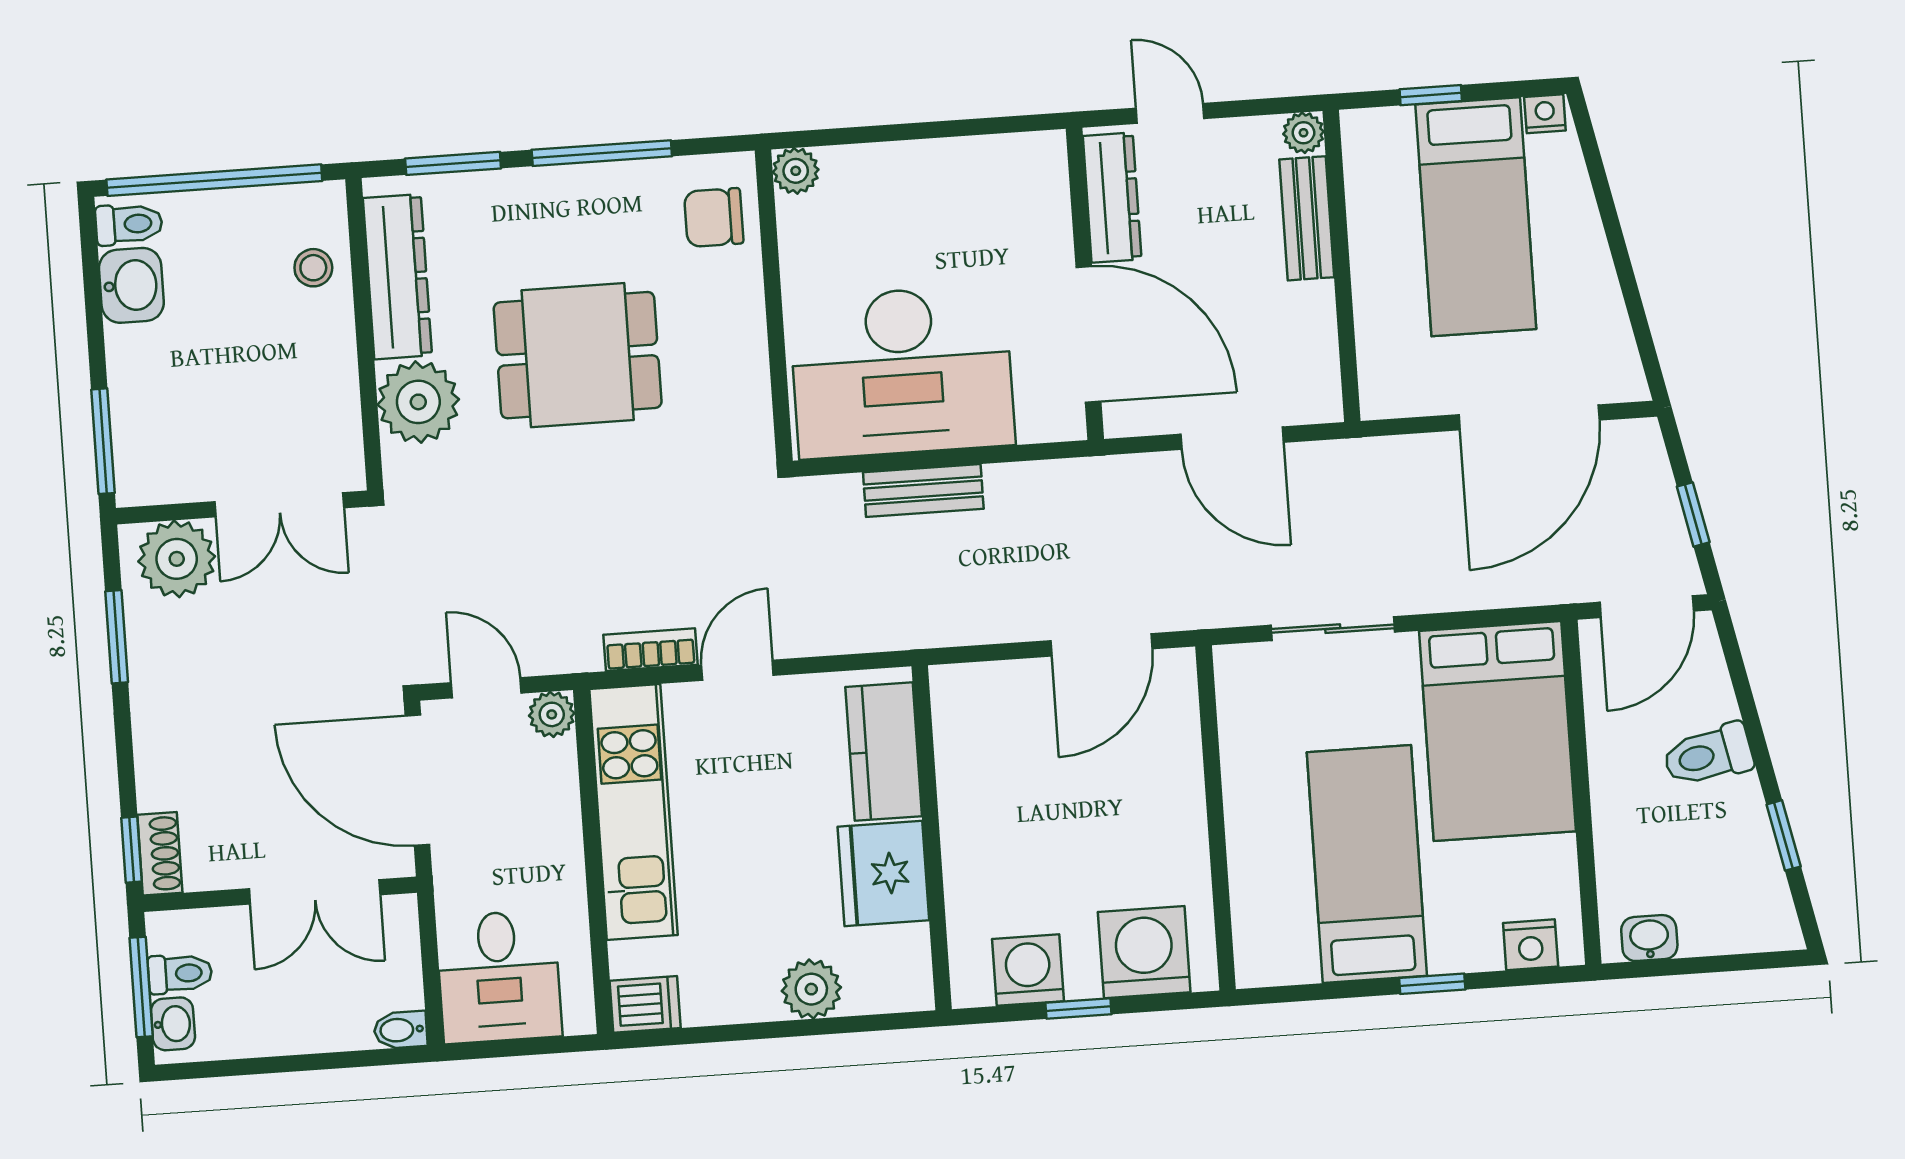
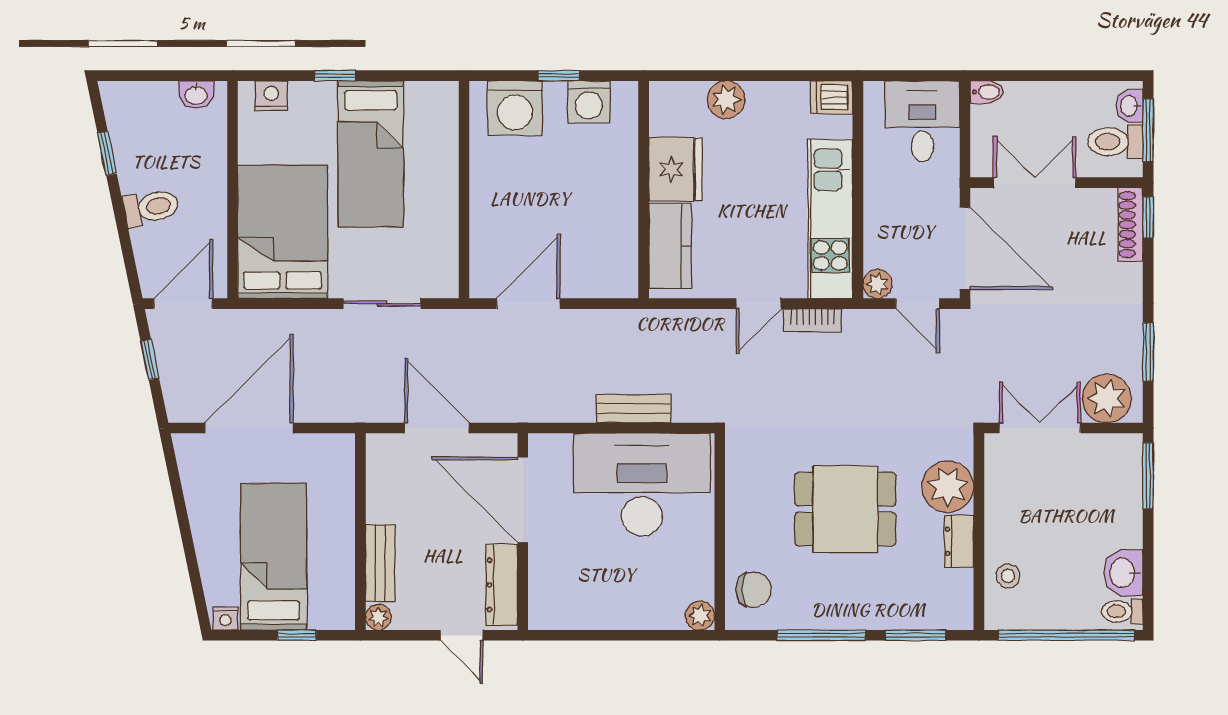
dresser: (397, 277) -> (959, 541), width x0.51, depth x0.80
shoe rack: (160, 854) -> (1130, 224), width x1.43
toilet: (180, 974) -> (1115, 142), width x1.37, depth x1.39

